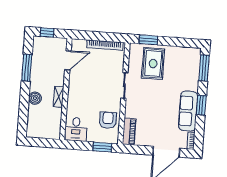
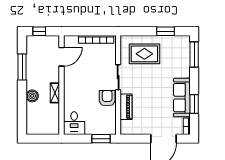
window: (148, 40) -> (165, 31), moved
rug: (153, 64) -> (144, 54), turned 90
window: (201, 105) -> (194, 104), moved
armchair: (108, 120) -> (107, 98), moved
piano: (129, 132) -> (126, 107), moved

